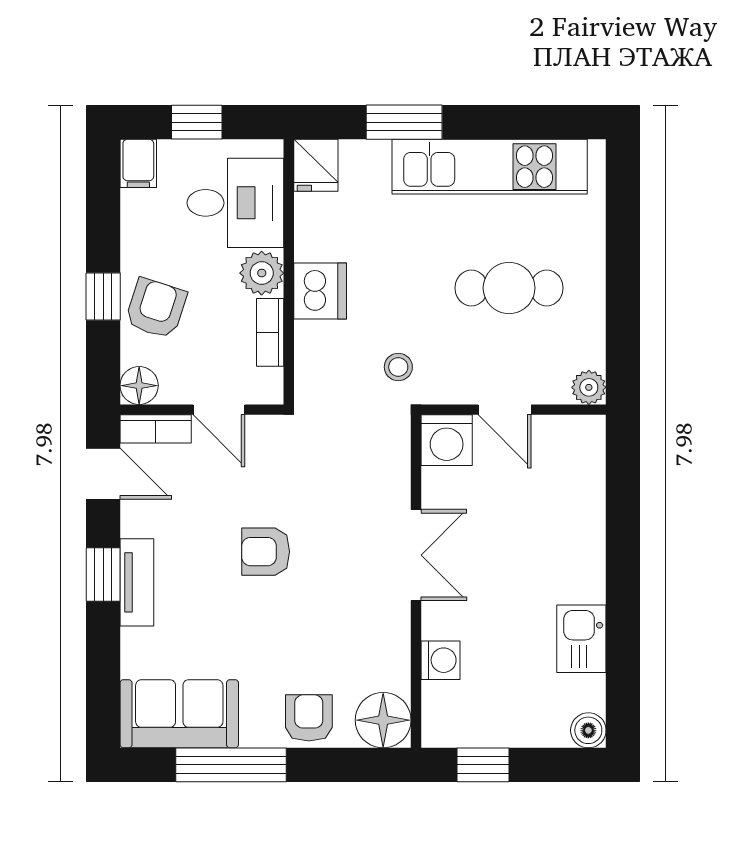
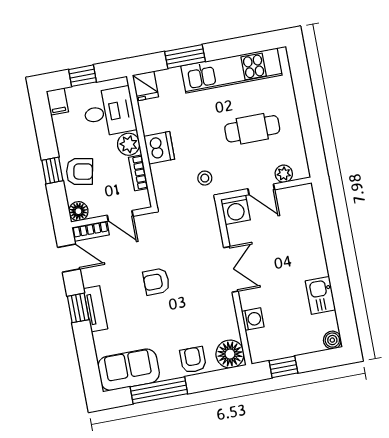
armchair: (156, 308) -> (80, 172), turned 83
plant: (589, 387) -> (284, 174), moved

